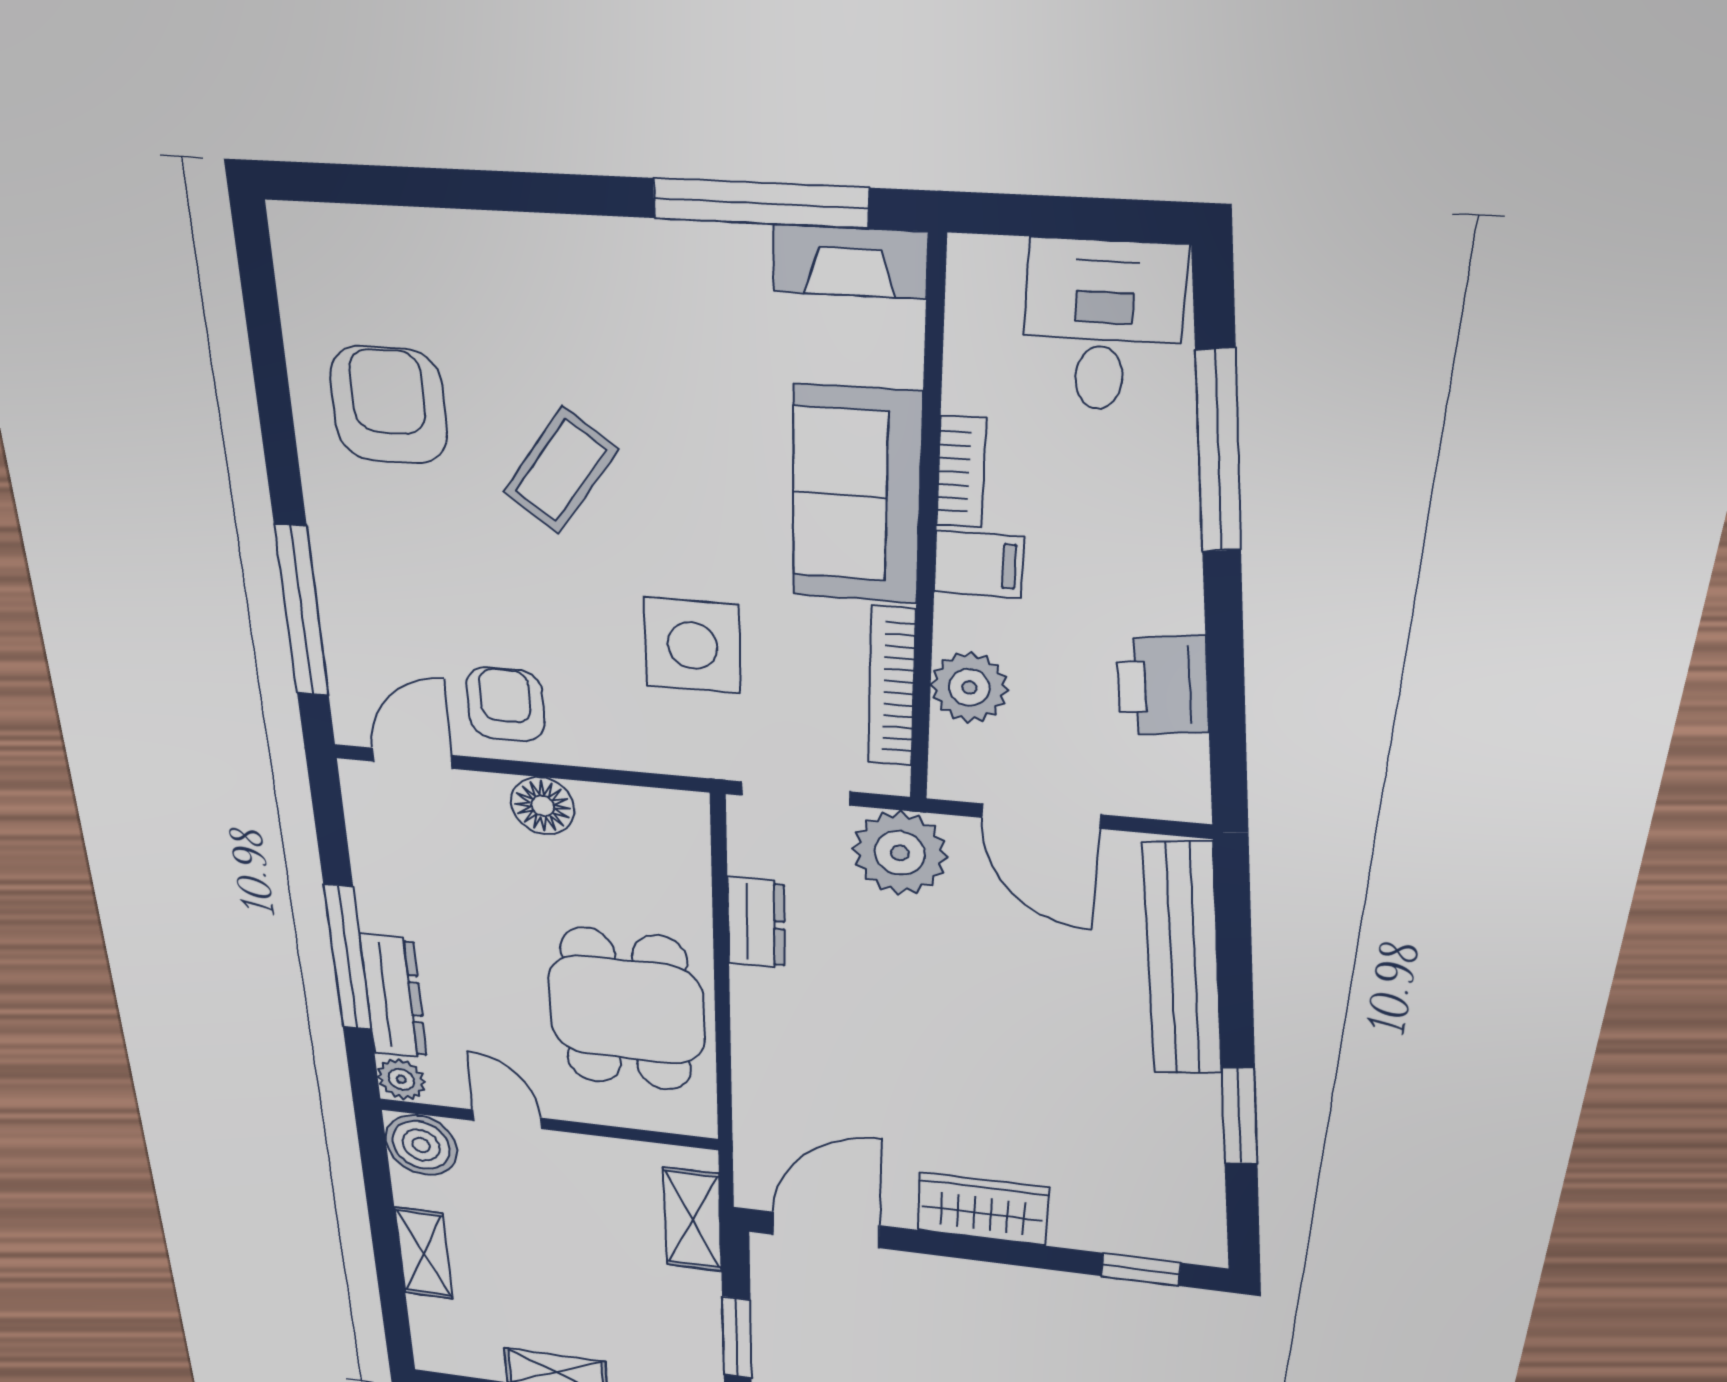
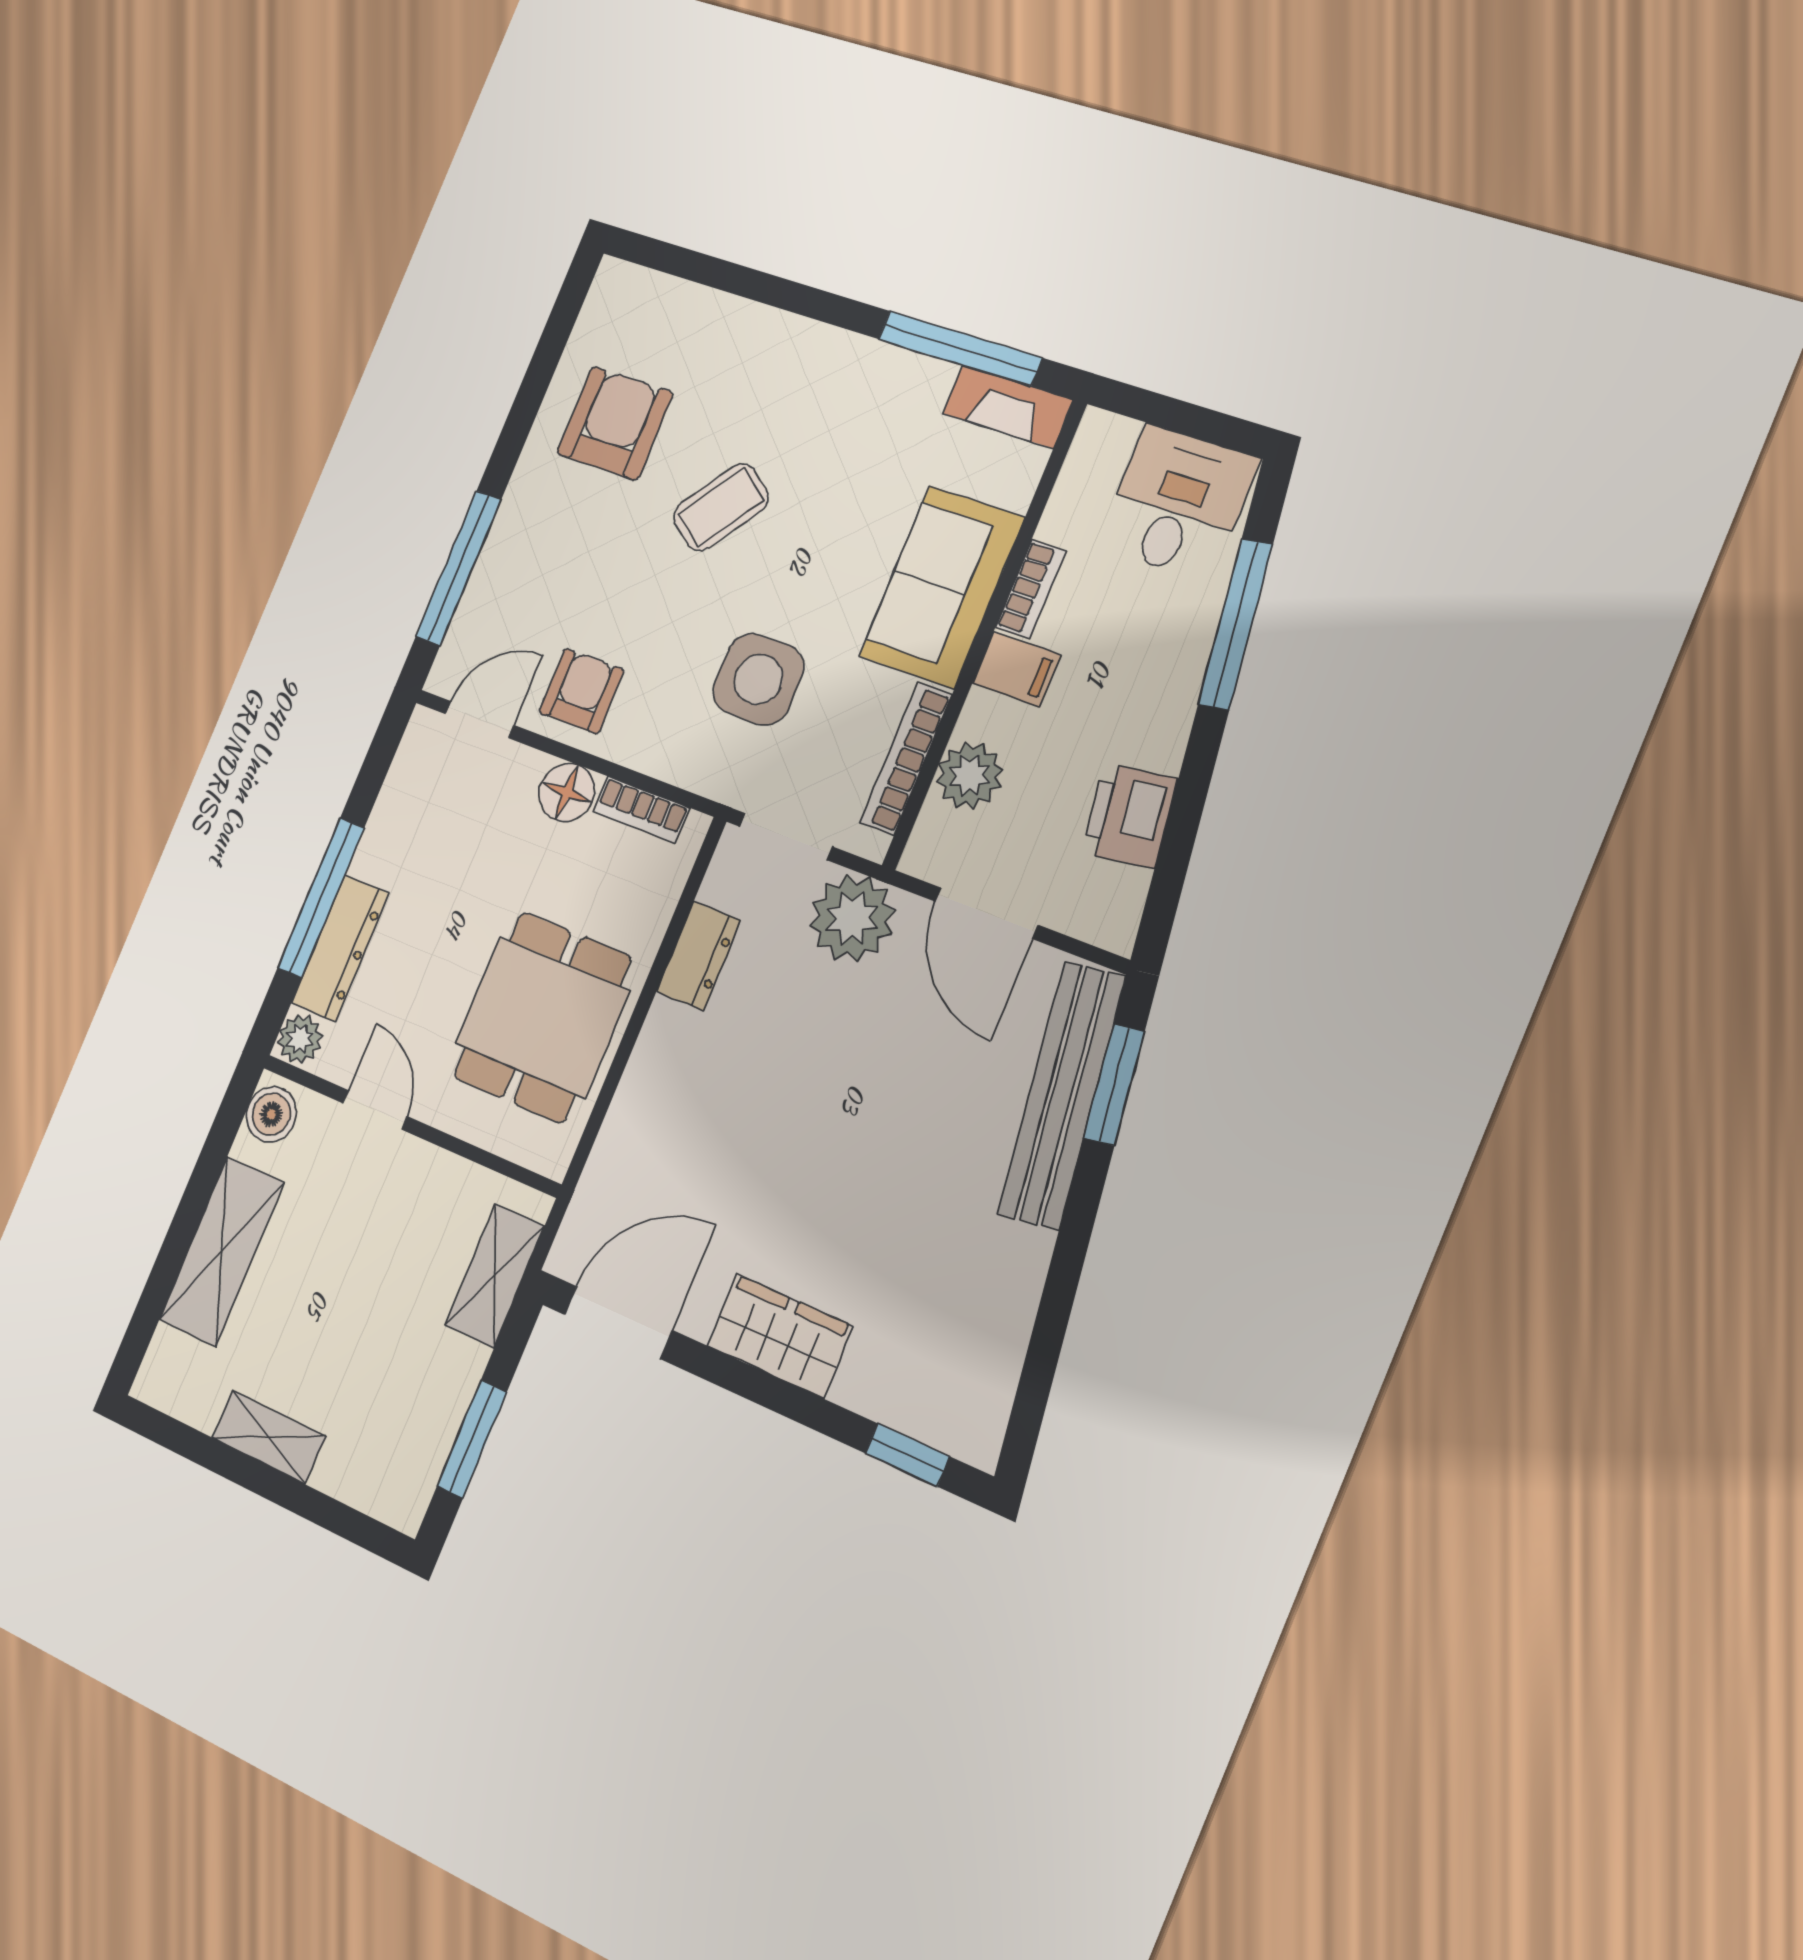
bookcase: (630, 804) -> (641, 810), added
window: (1239, 1116) -> (1114, 1085), moved
boiler: (421, 1145) -> (271, 1114), width x0.73, depth x0.73
shelving: (424, 1253) -> (222, 1251), width x1.50, depth x1.33

